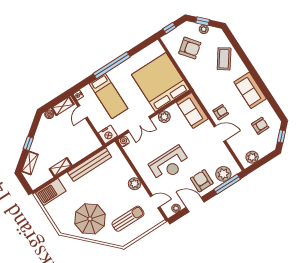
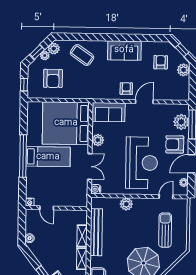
plant: (214, 33) -> (54, 49), added
armchair: (190, 48) -> (53, 78), turned 128
bed: (109, 96) -> (48, 157), moved
shelving: (63, 106) -> (82, 236), moved
nightstand: (108, 134) -> (81, 199), removed
plant: (252, 157) -> (184, 70), moved
reception desk: (169, 164) -> (142, 163), width x1.36, depth x1.30
plant: (135, 184) -> (126, 204), moved

